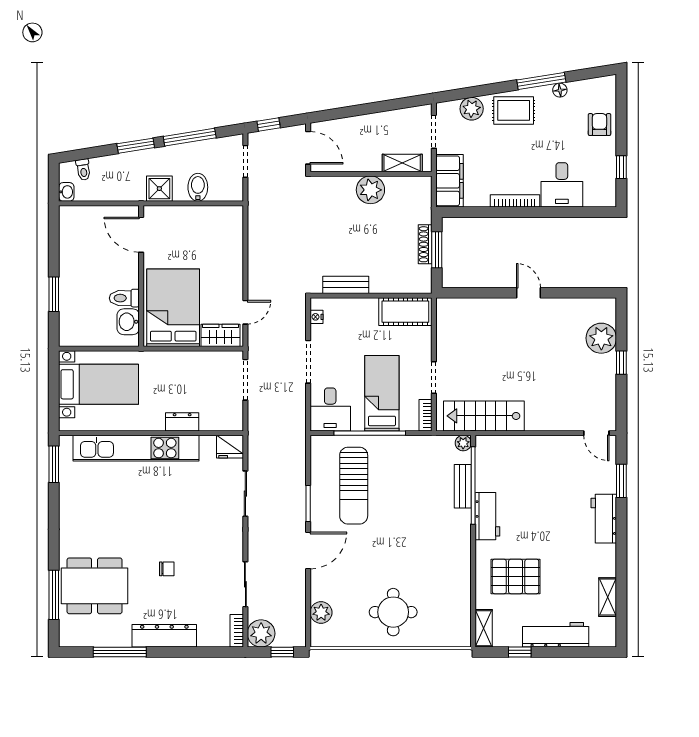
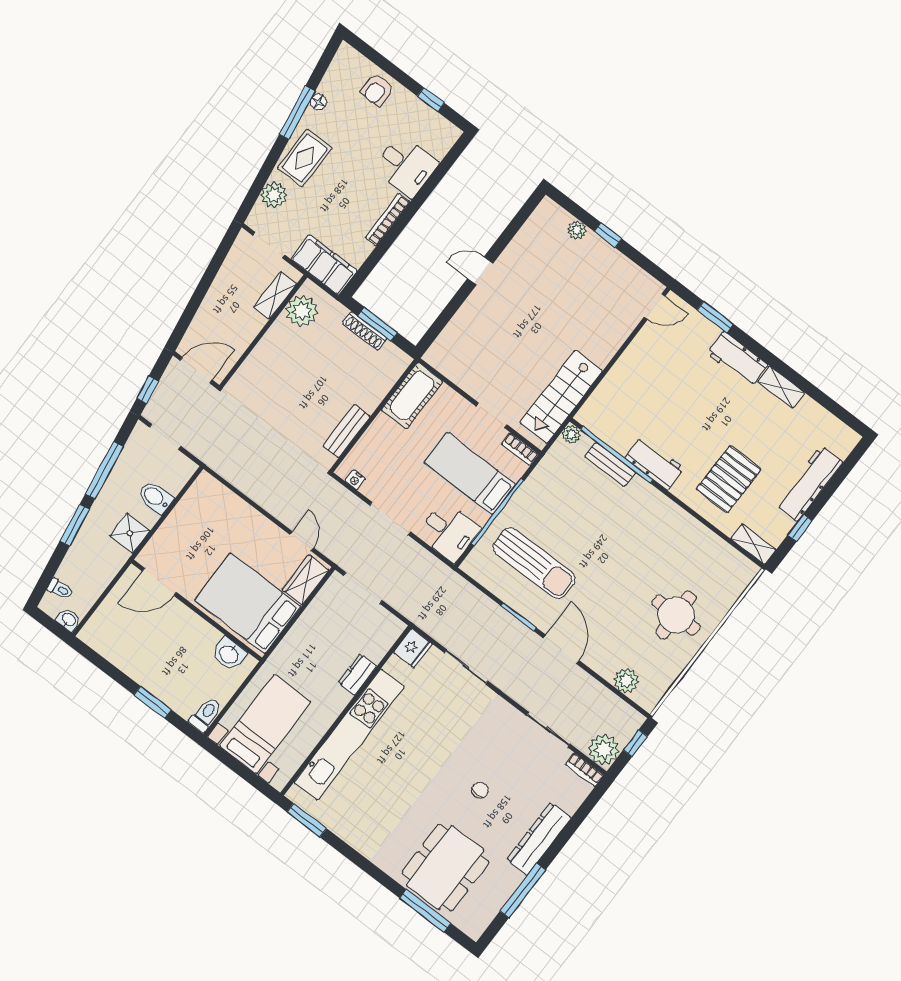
armchair: (599, 125) -> (377, 90), turned -90
plant: (370, 190) -> (302, 311), moved
toilet: (124, 298) -> (206, 714), moved, turned 180
plant: (601, 338) -> (577, 230), width x0.53, depth x0.53
shelving: (608, 597) -> (781, 387), moved

